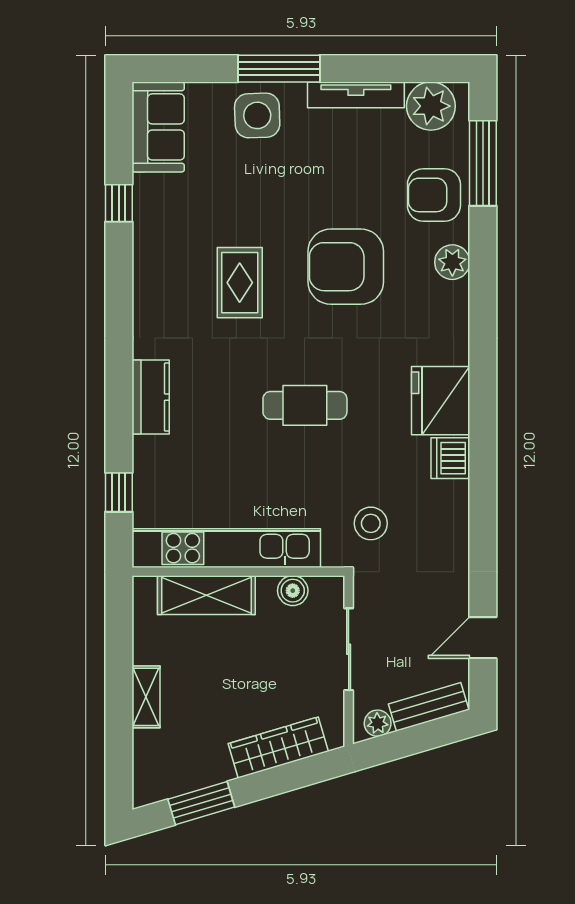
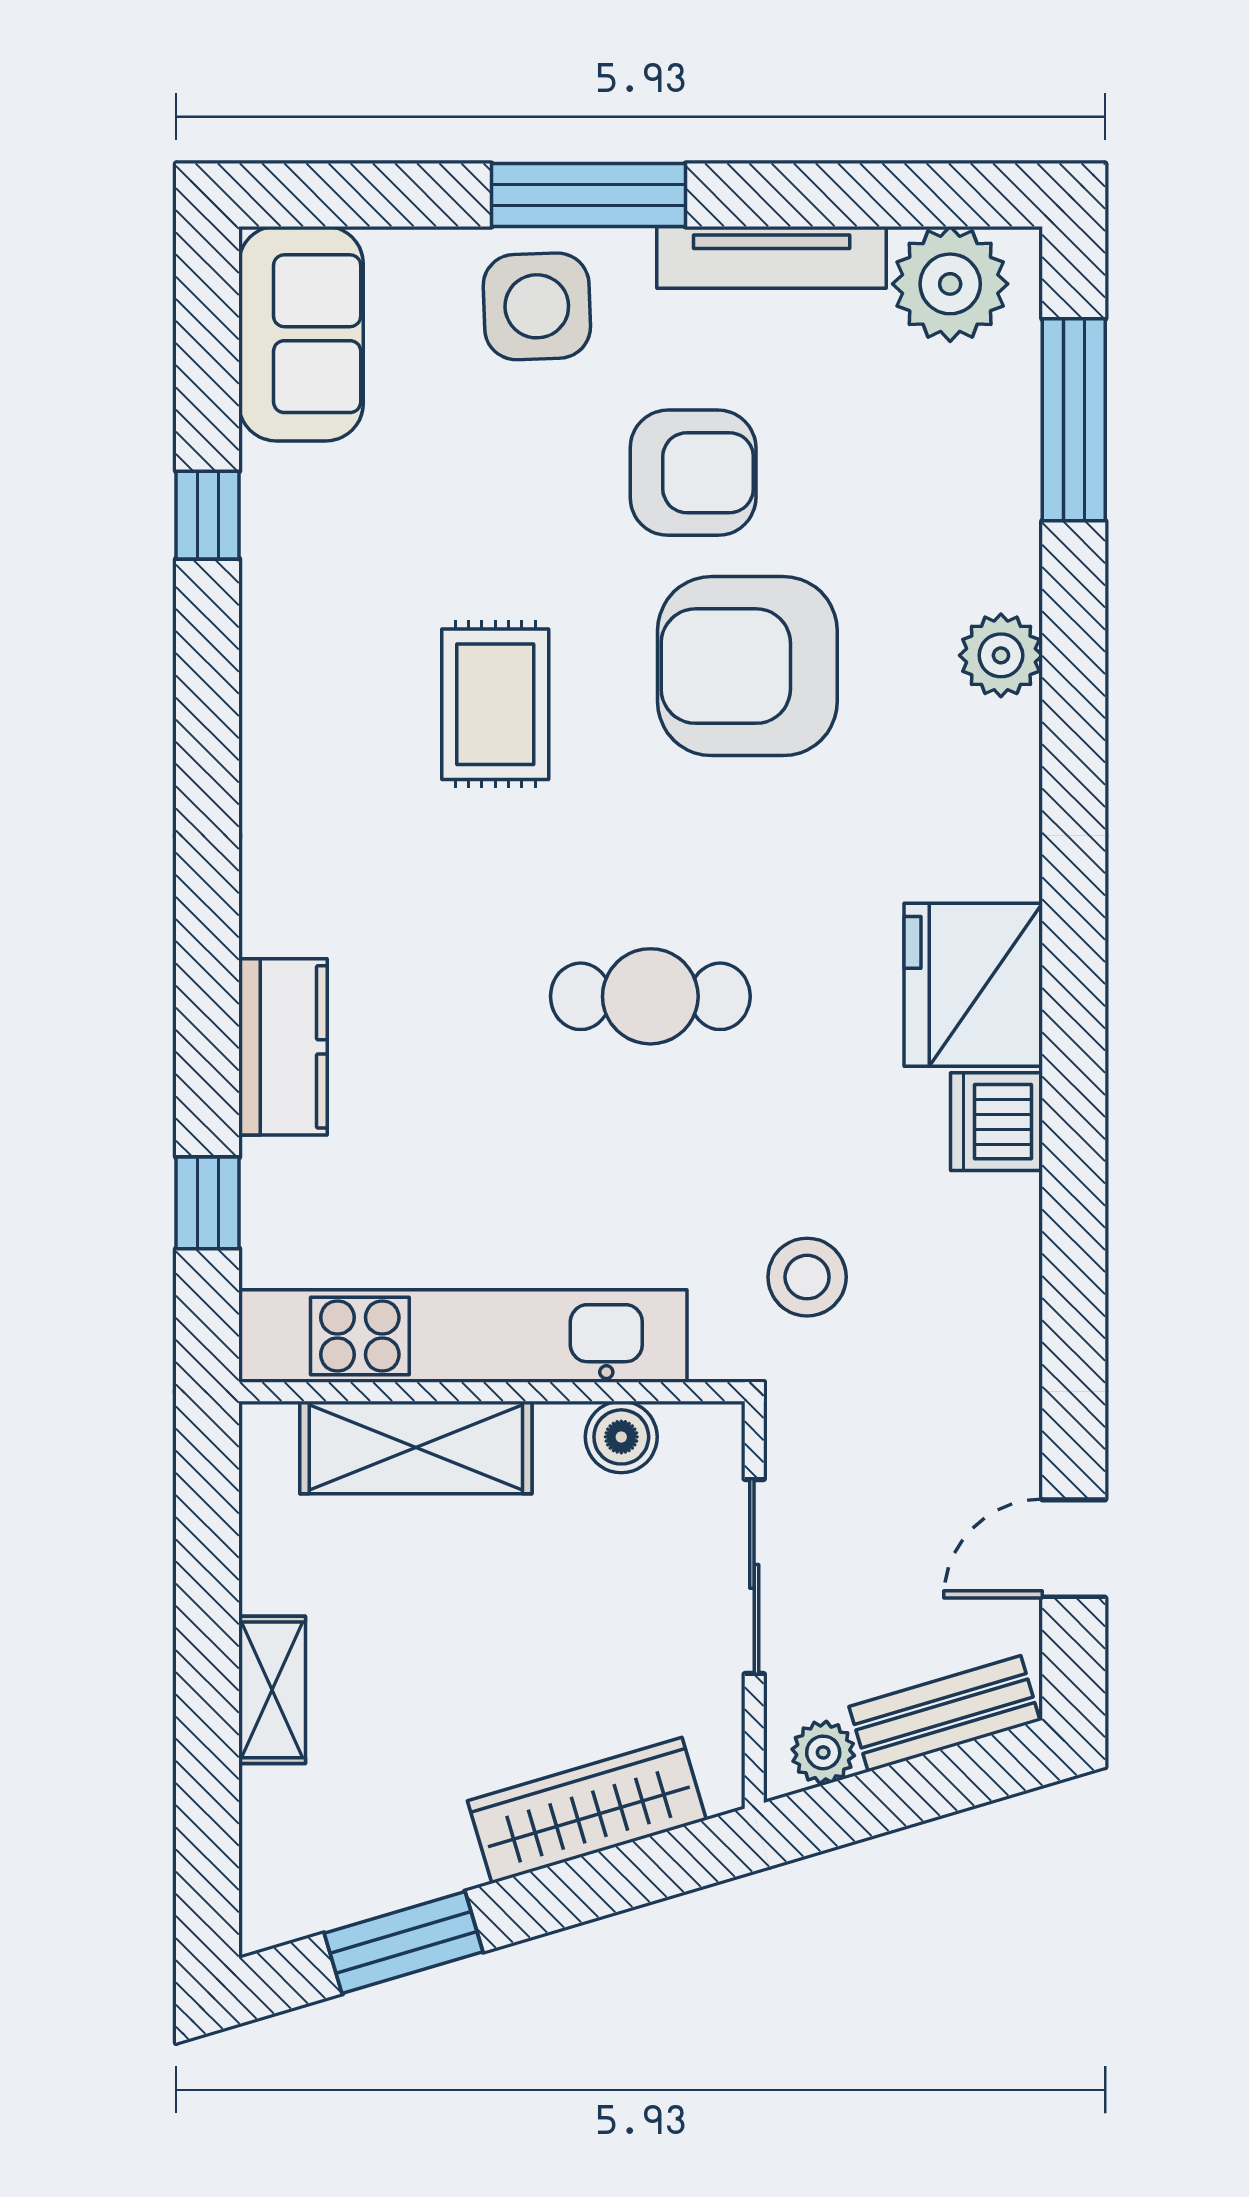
armchair: (434, 195) -> (693, 473), moved, turned 180
kitchen counter: (151, 397) -> (283, 1047), moved

